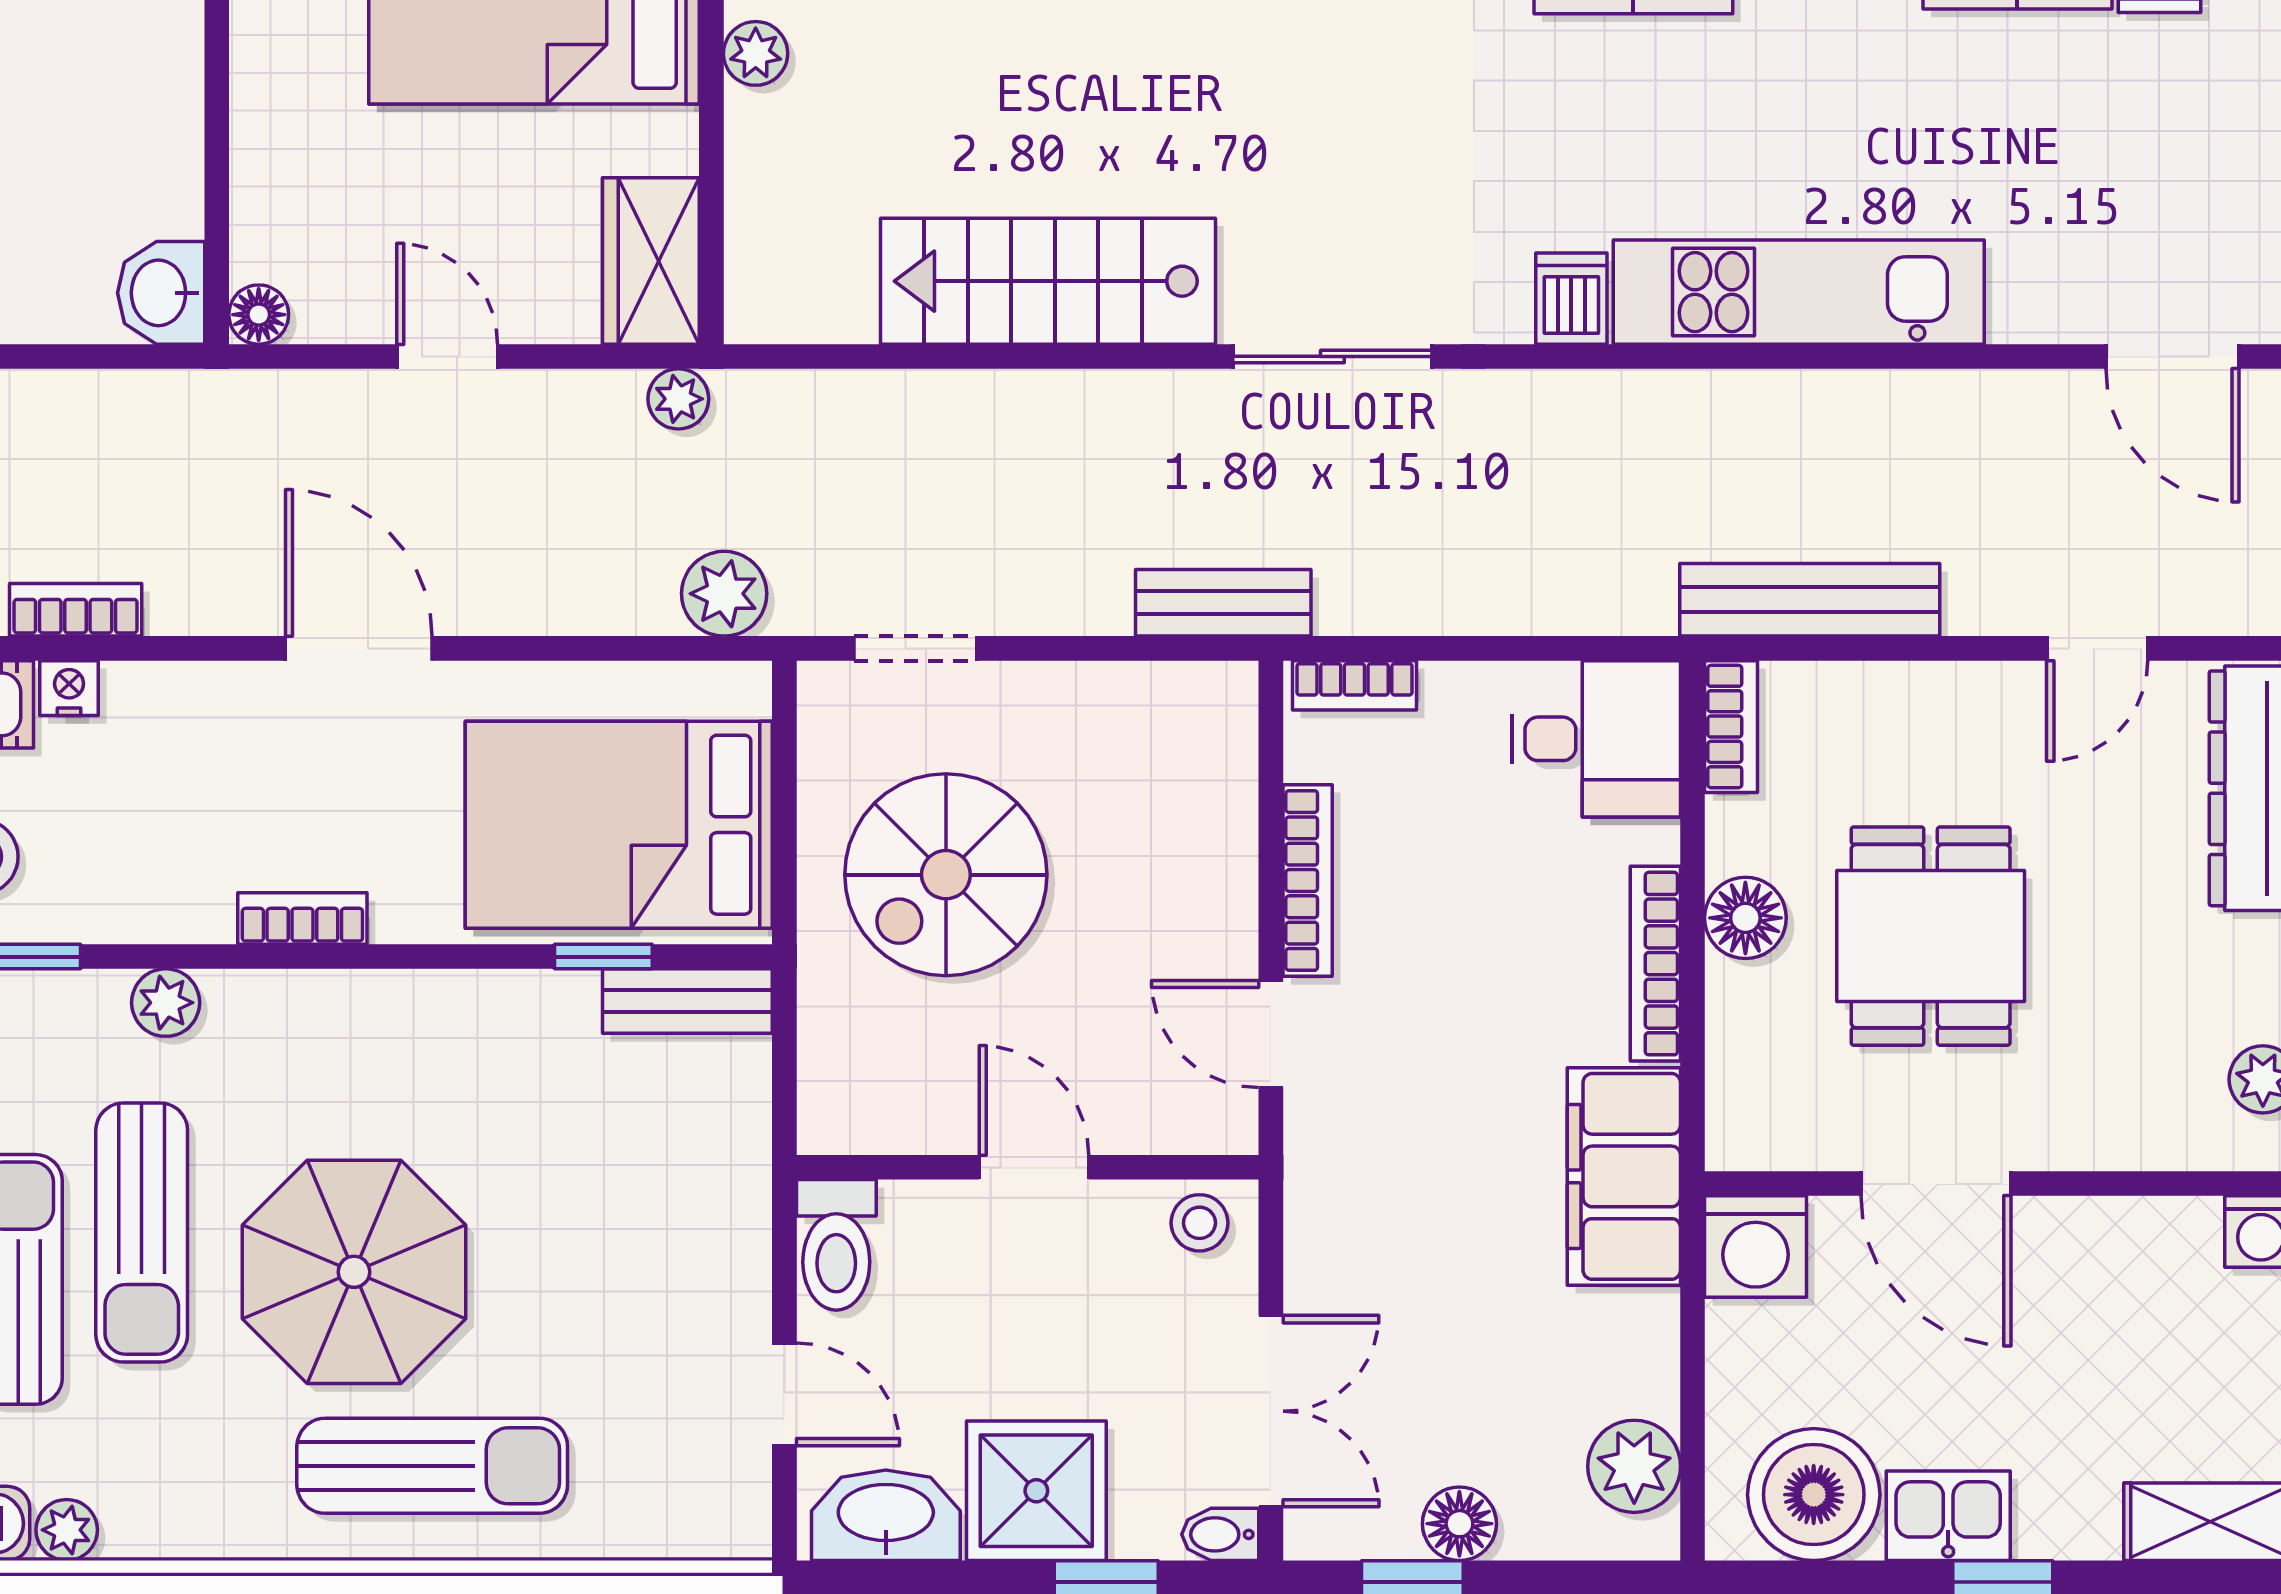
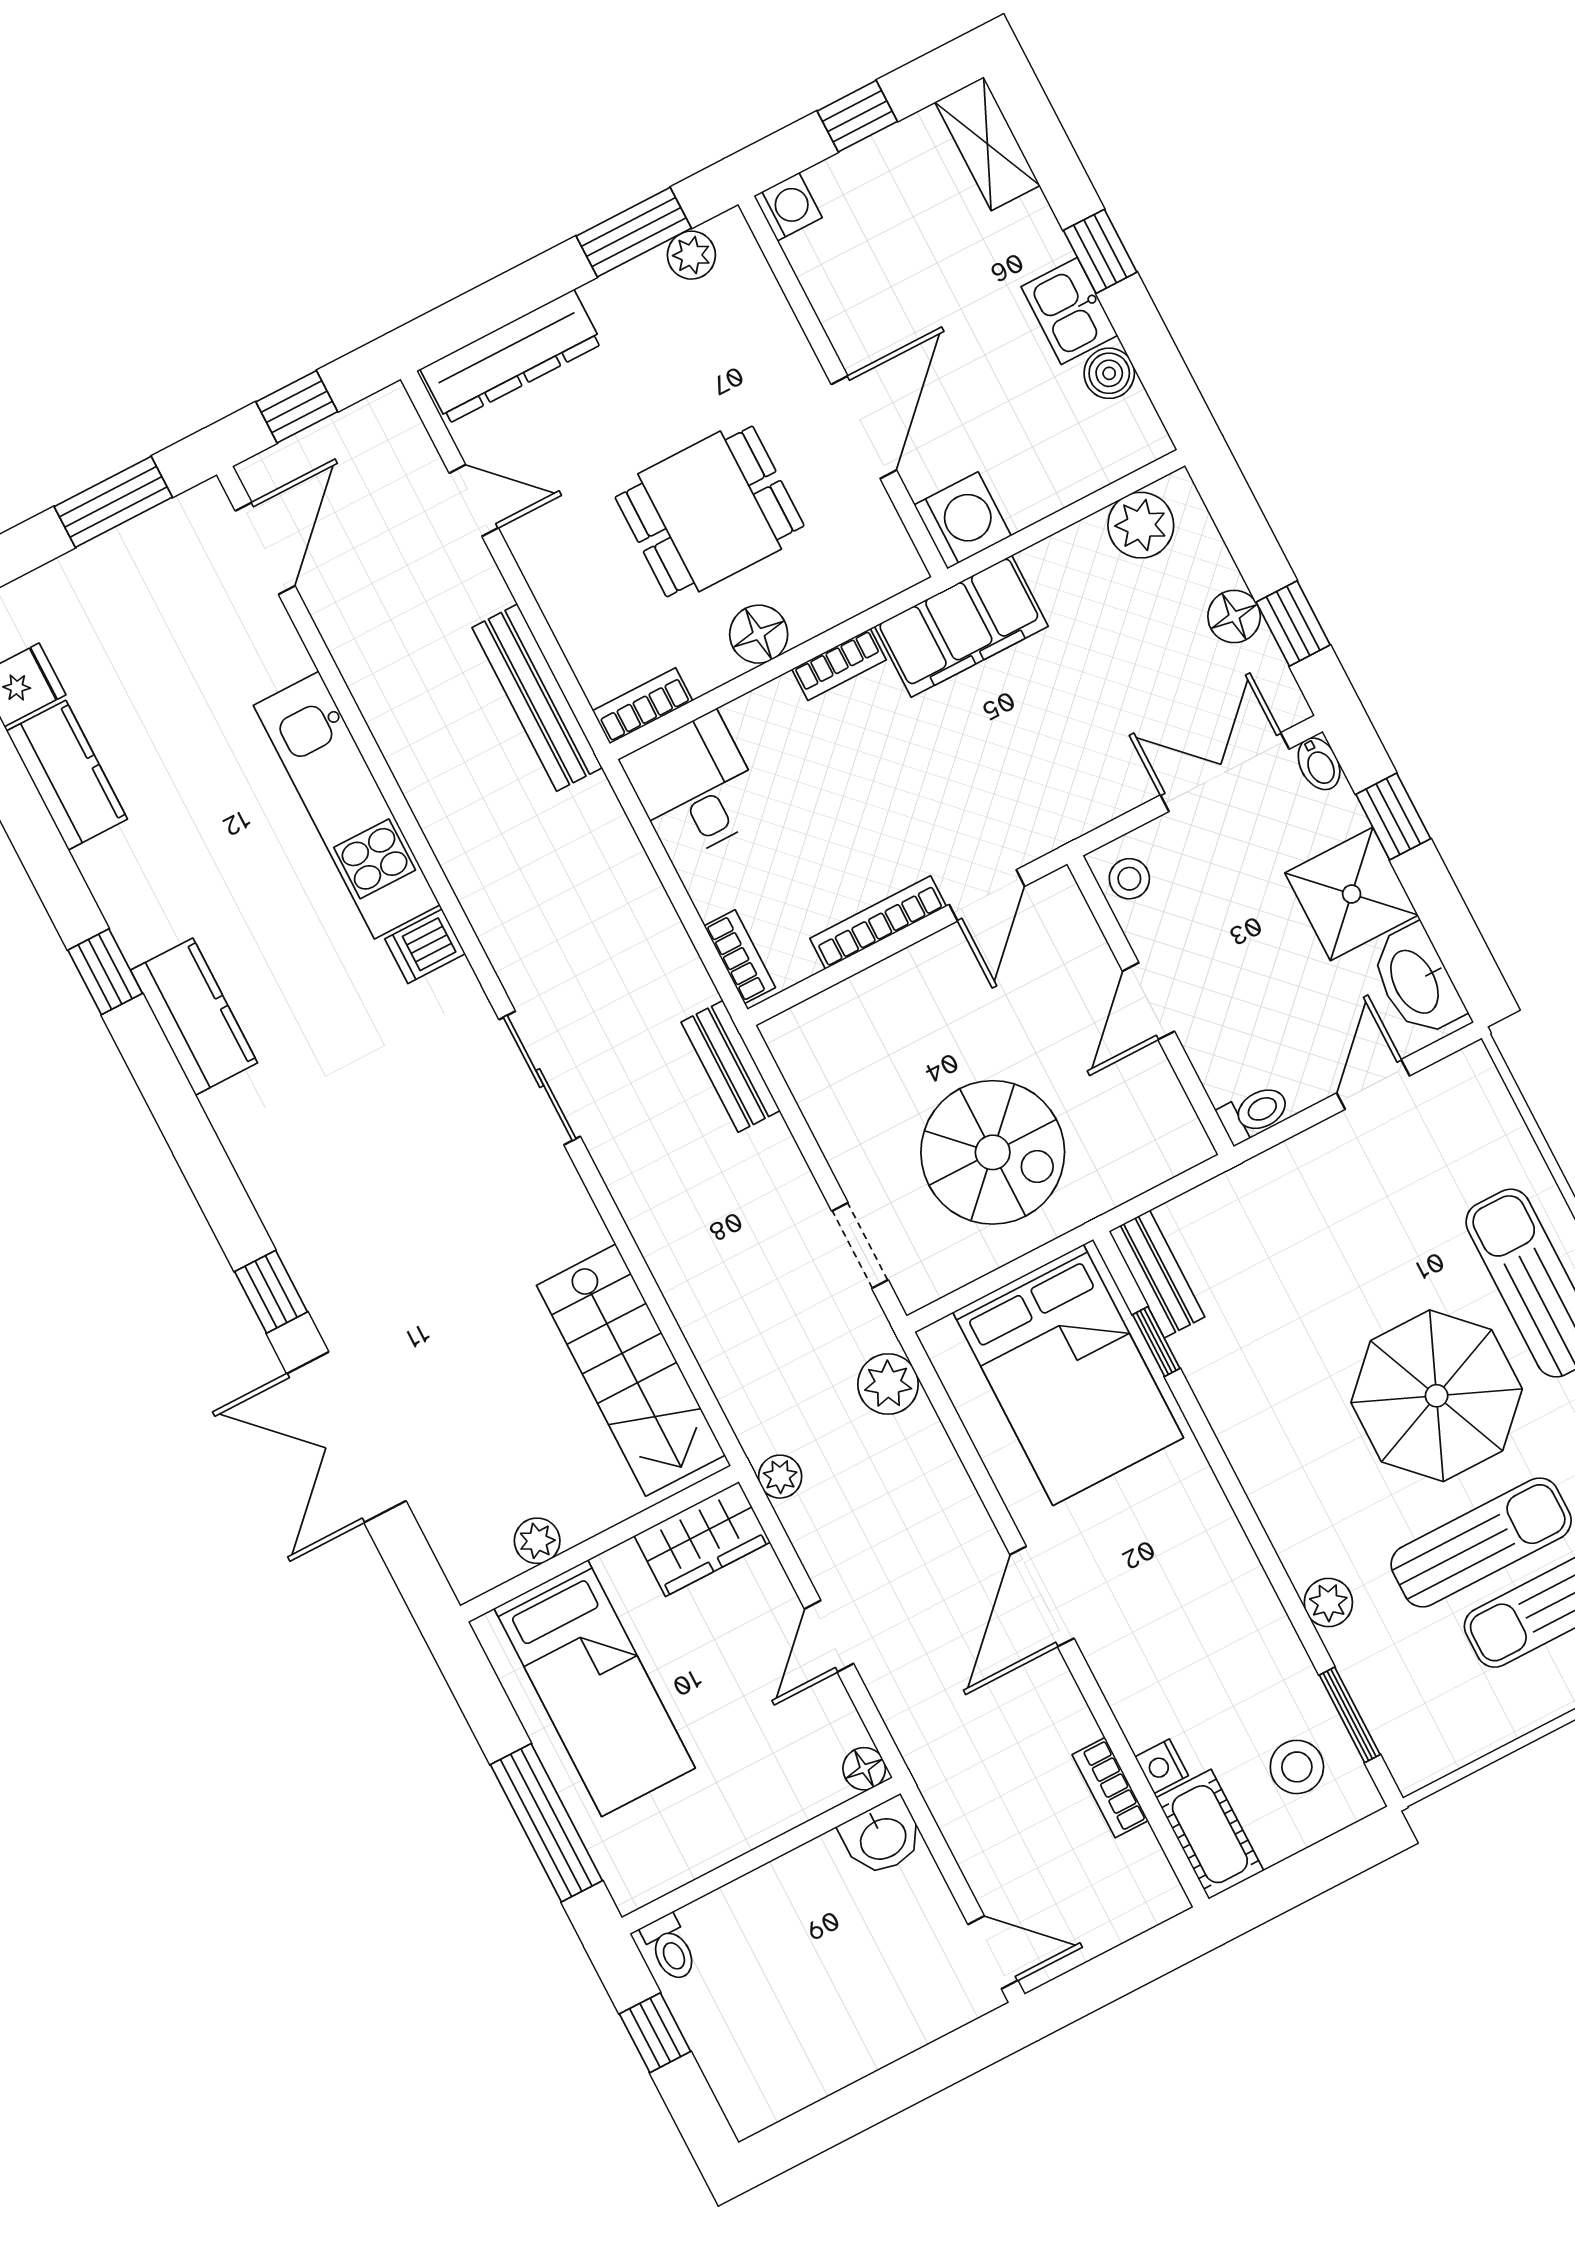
stairs: (1048, 281) -> (631, 1370), moved
bookcase: (302, 919) -> (1231, 1544), removed
bookcase: (1655, 964) -> (839, 665), width x0.64
toilet: (836, 1245) -> (1254, 1113), width x0.73, depth x0.72
boiler: (1814, 1495) -> (1109, 373), width x0.54, depth x0.54

